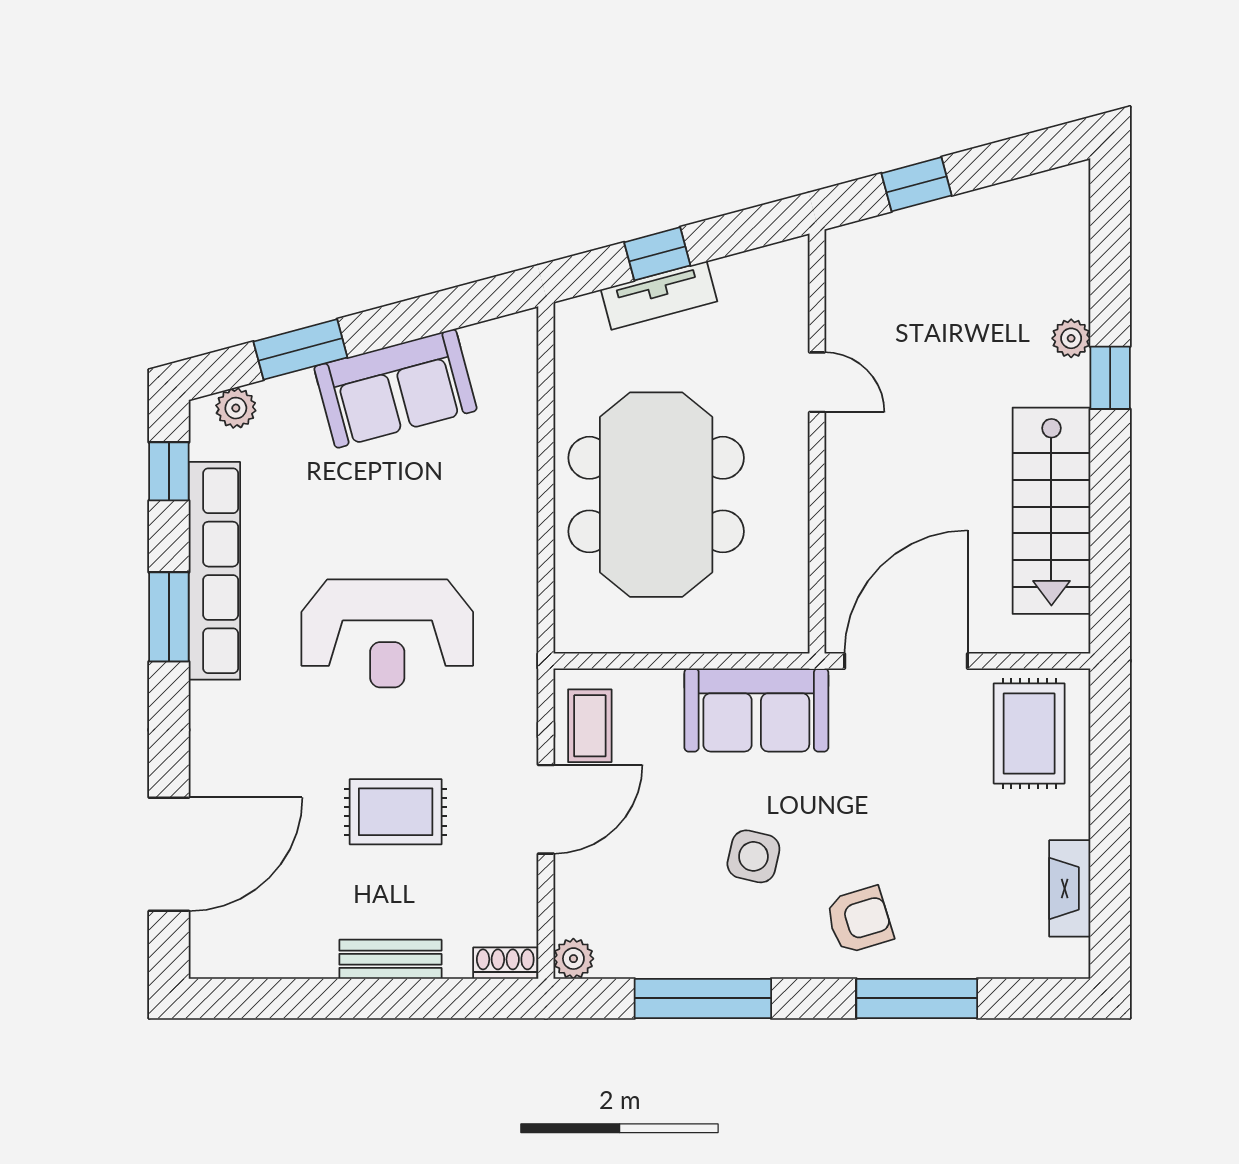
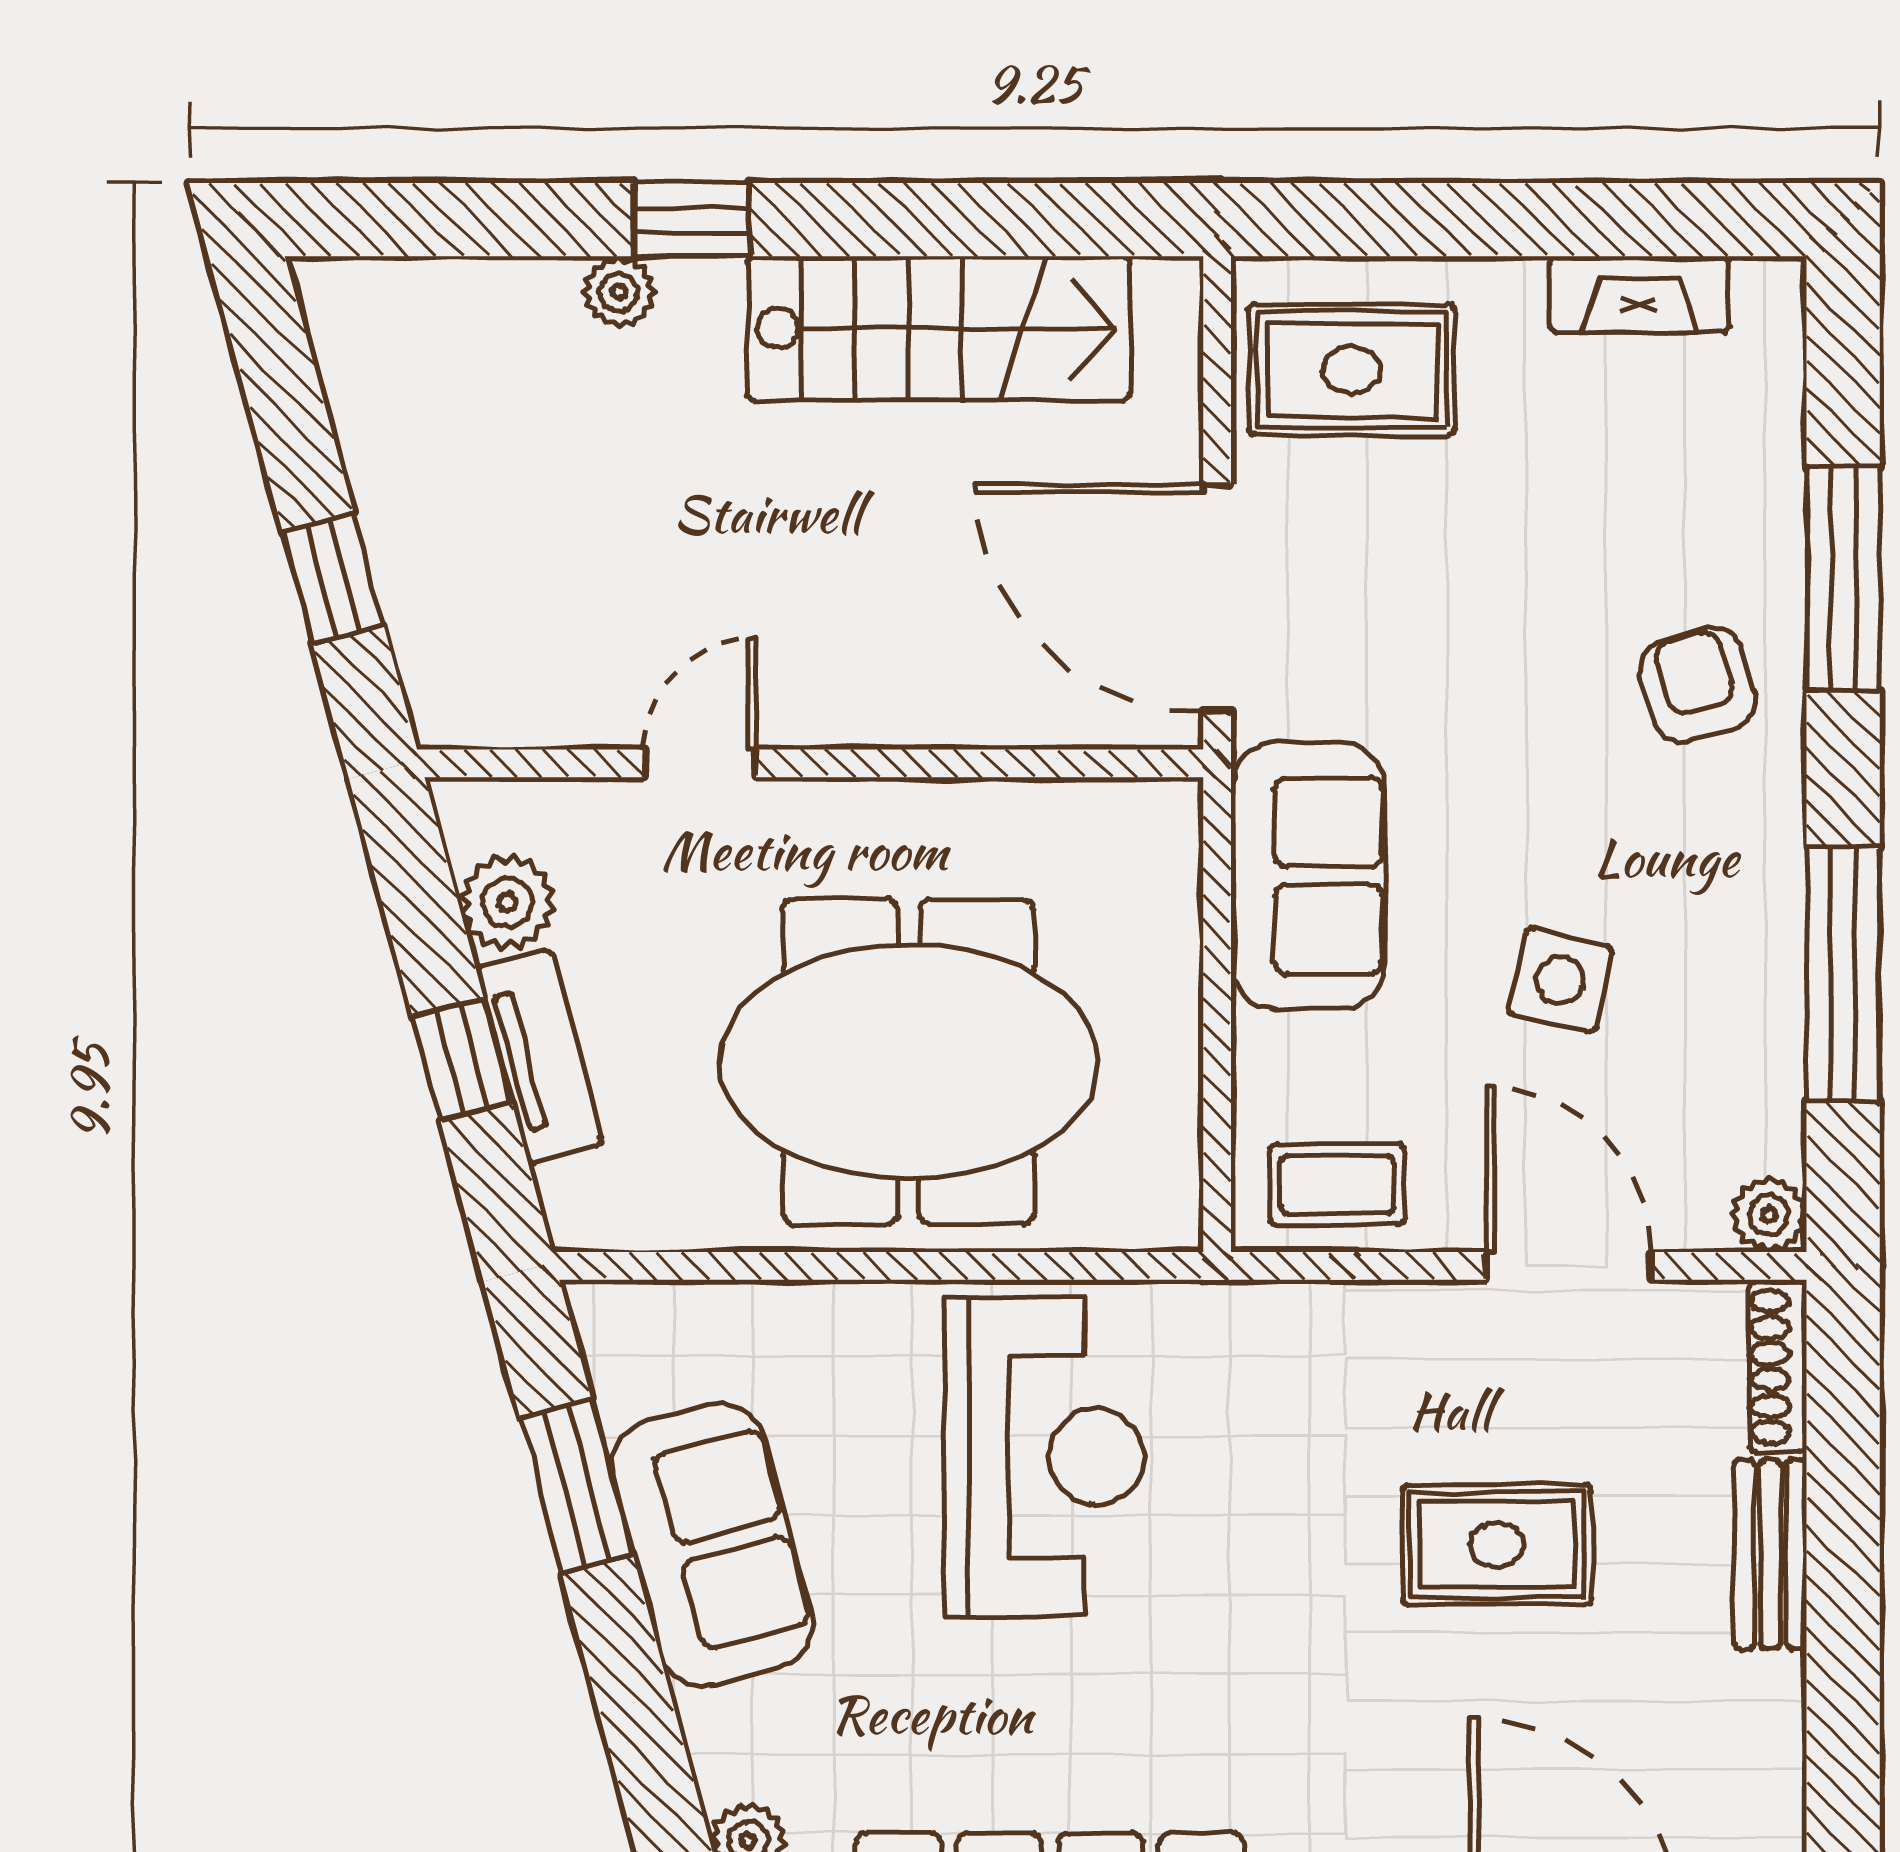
plant: (742, 278) -> (507, 902), added
window: (300, 349) -> (577, 1486), moved
reception desk: (387, 633) -> (1044, 1457), moved
door: (546, 809) -> (1569, 1266), moved
rug: (396, 812) -> (1497, 1545), turned 90
side table: (753, 856) -> (1560, 980), moved
shoe rack: (505, 963) -> (1778, 1367), width x1.43

